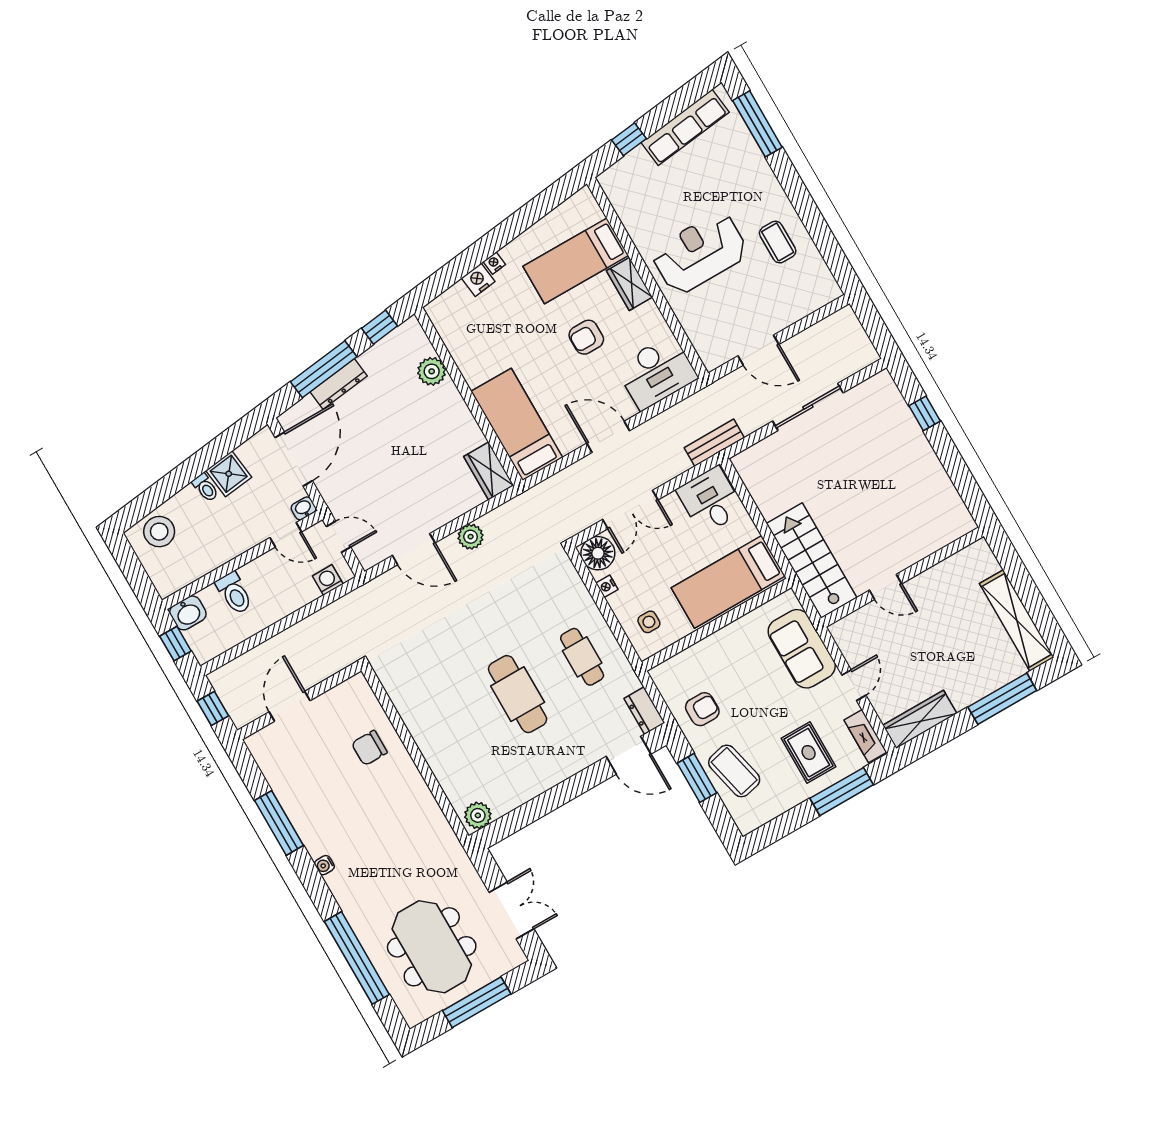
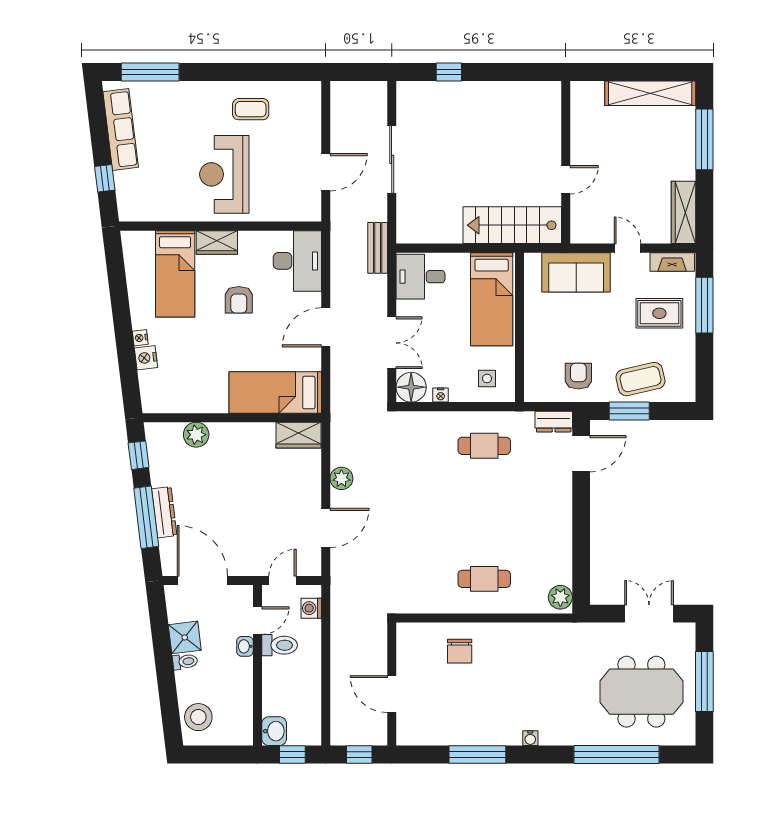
washbasin: (304, 508) -> (245, 646), moved
toilet: (234, 593) -> (280, 645), moved
cafe table: (518, 694) -> (484, 579), moved, width x0.73, depth x0.74

